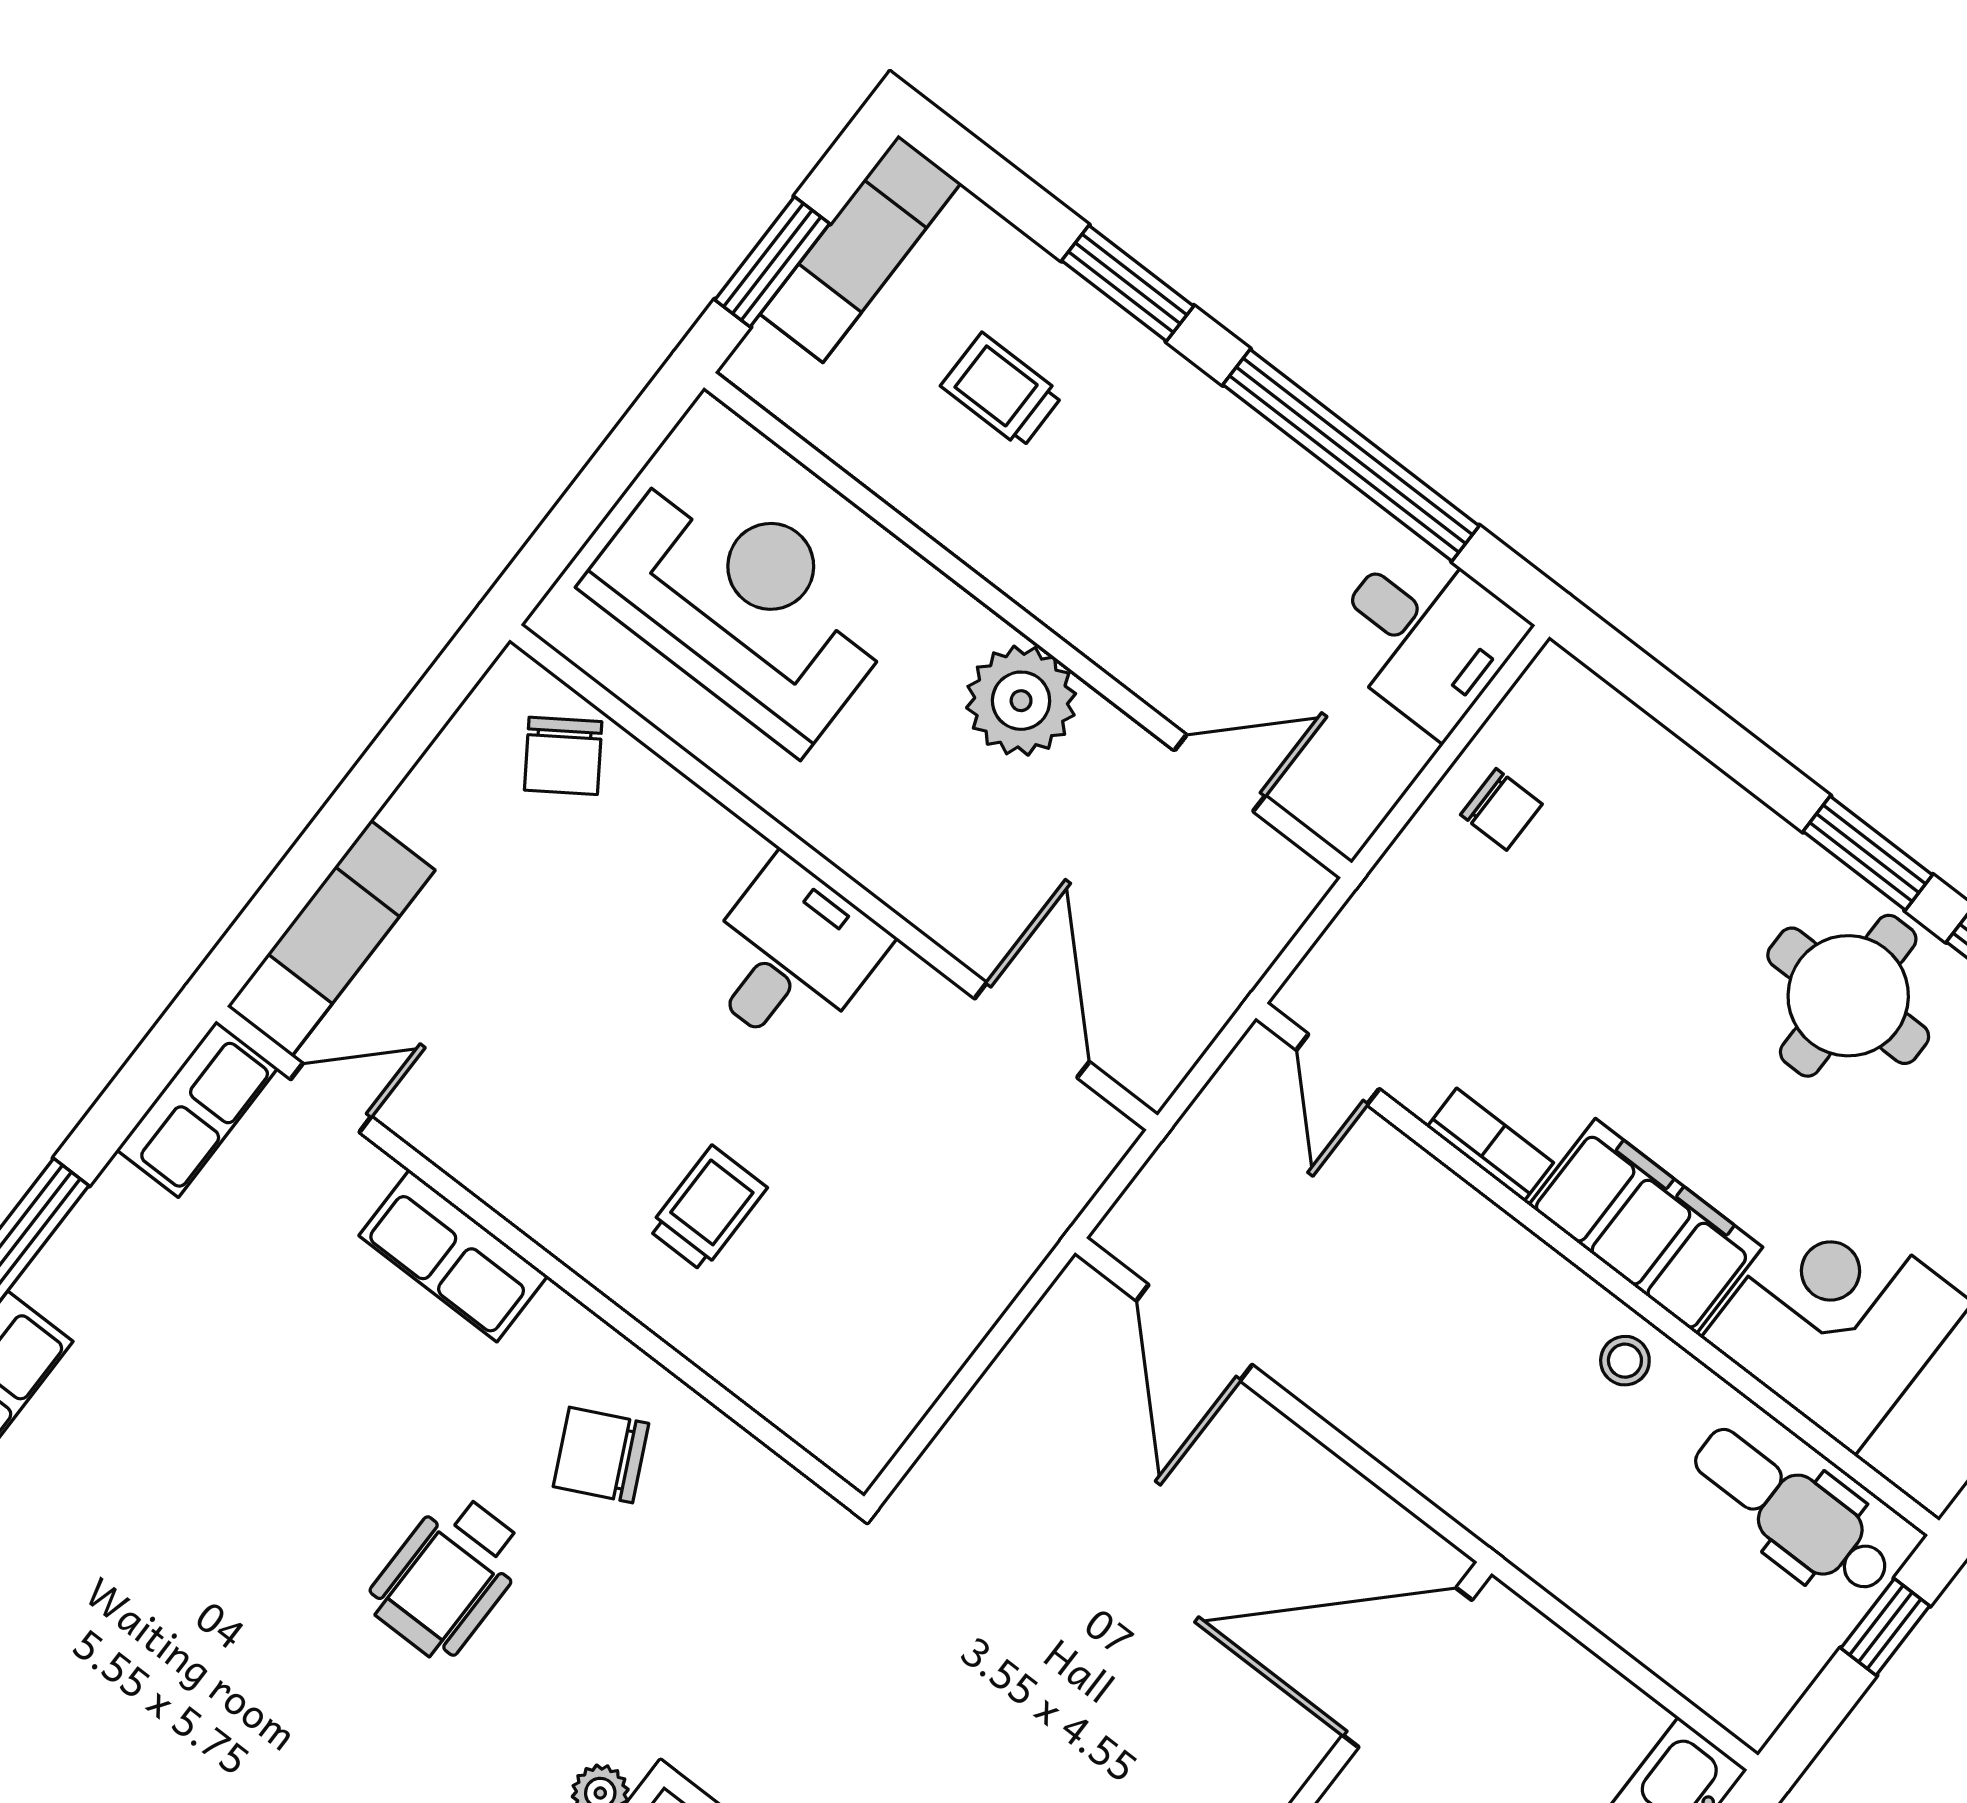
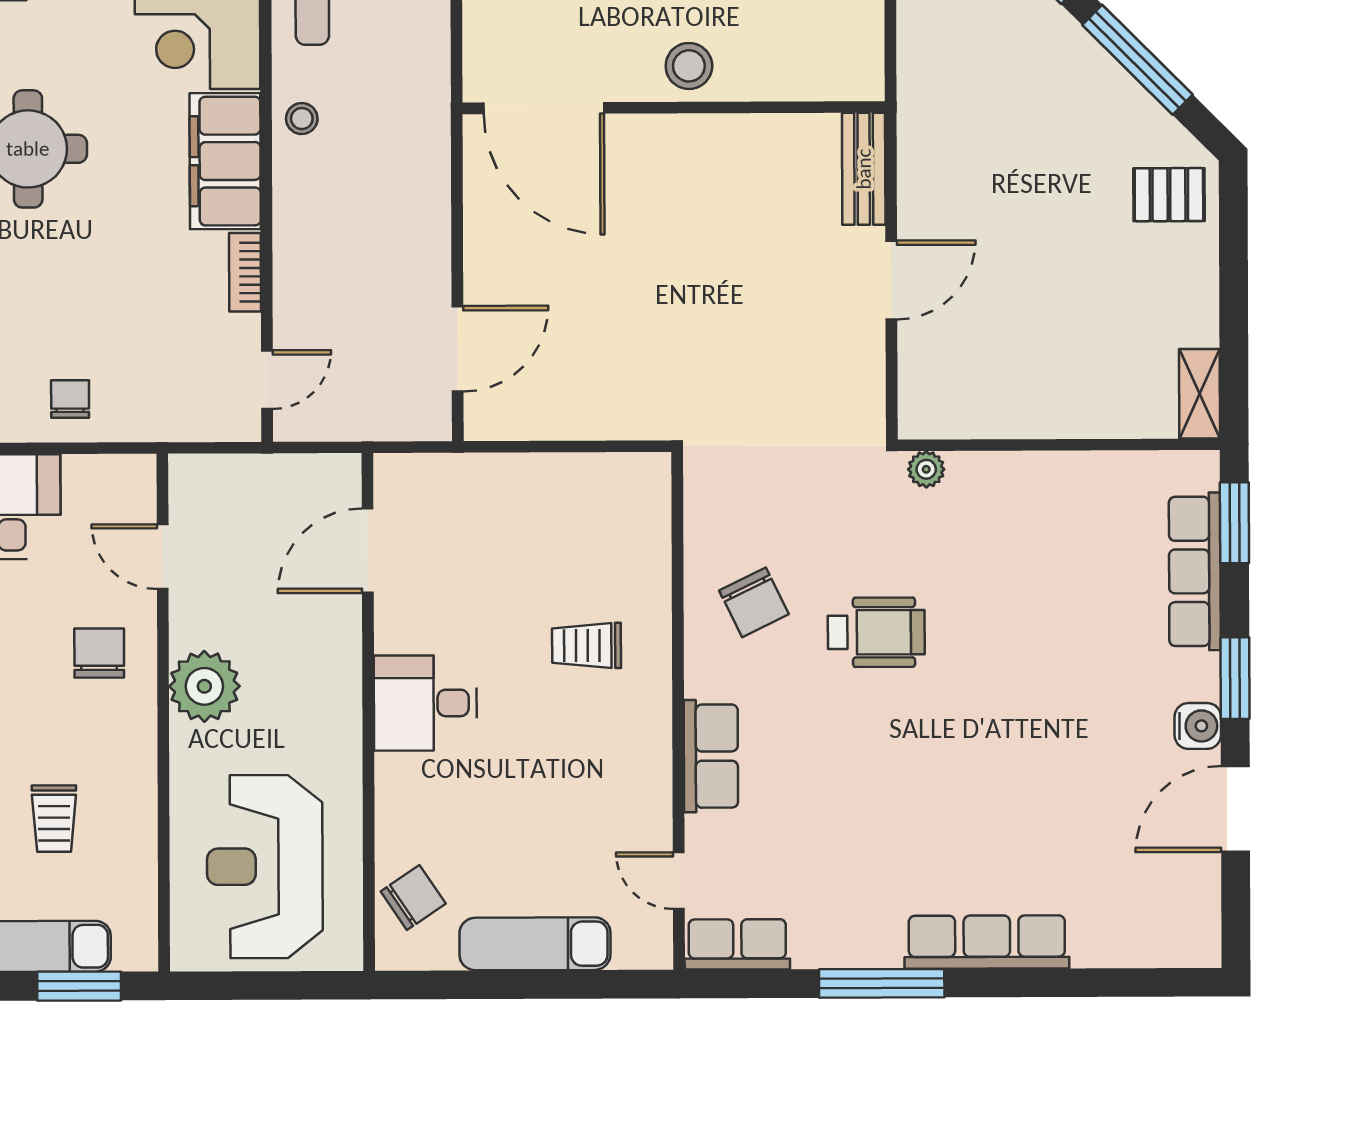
chair: (1162, 603) -> (99, 653), added
exam couch: (331, 938) -> (535, 944), moved

